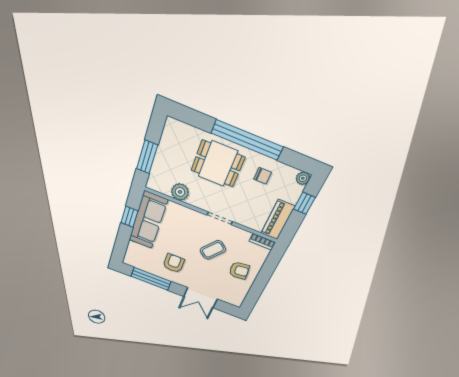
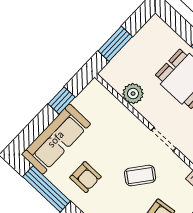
sofa: (148, 220) -> (56, 139), moved
armchair: (174, 263) -> (86, 177), turned 90

